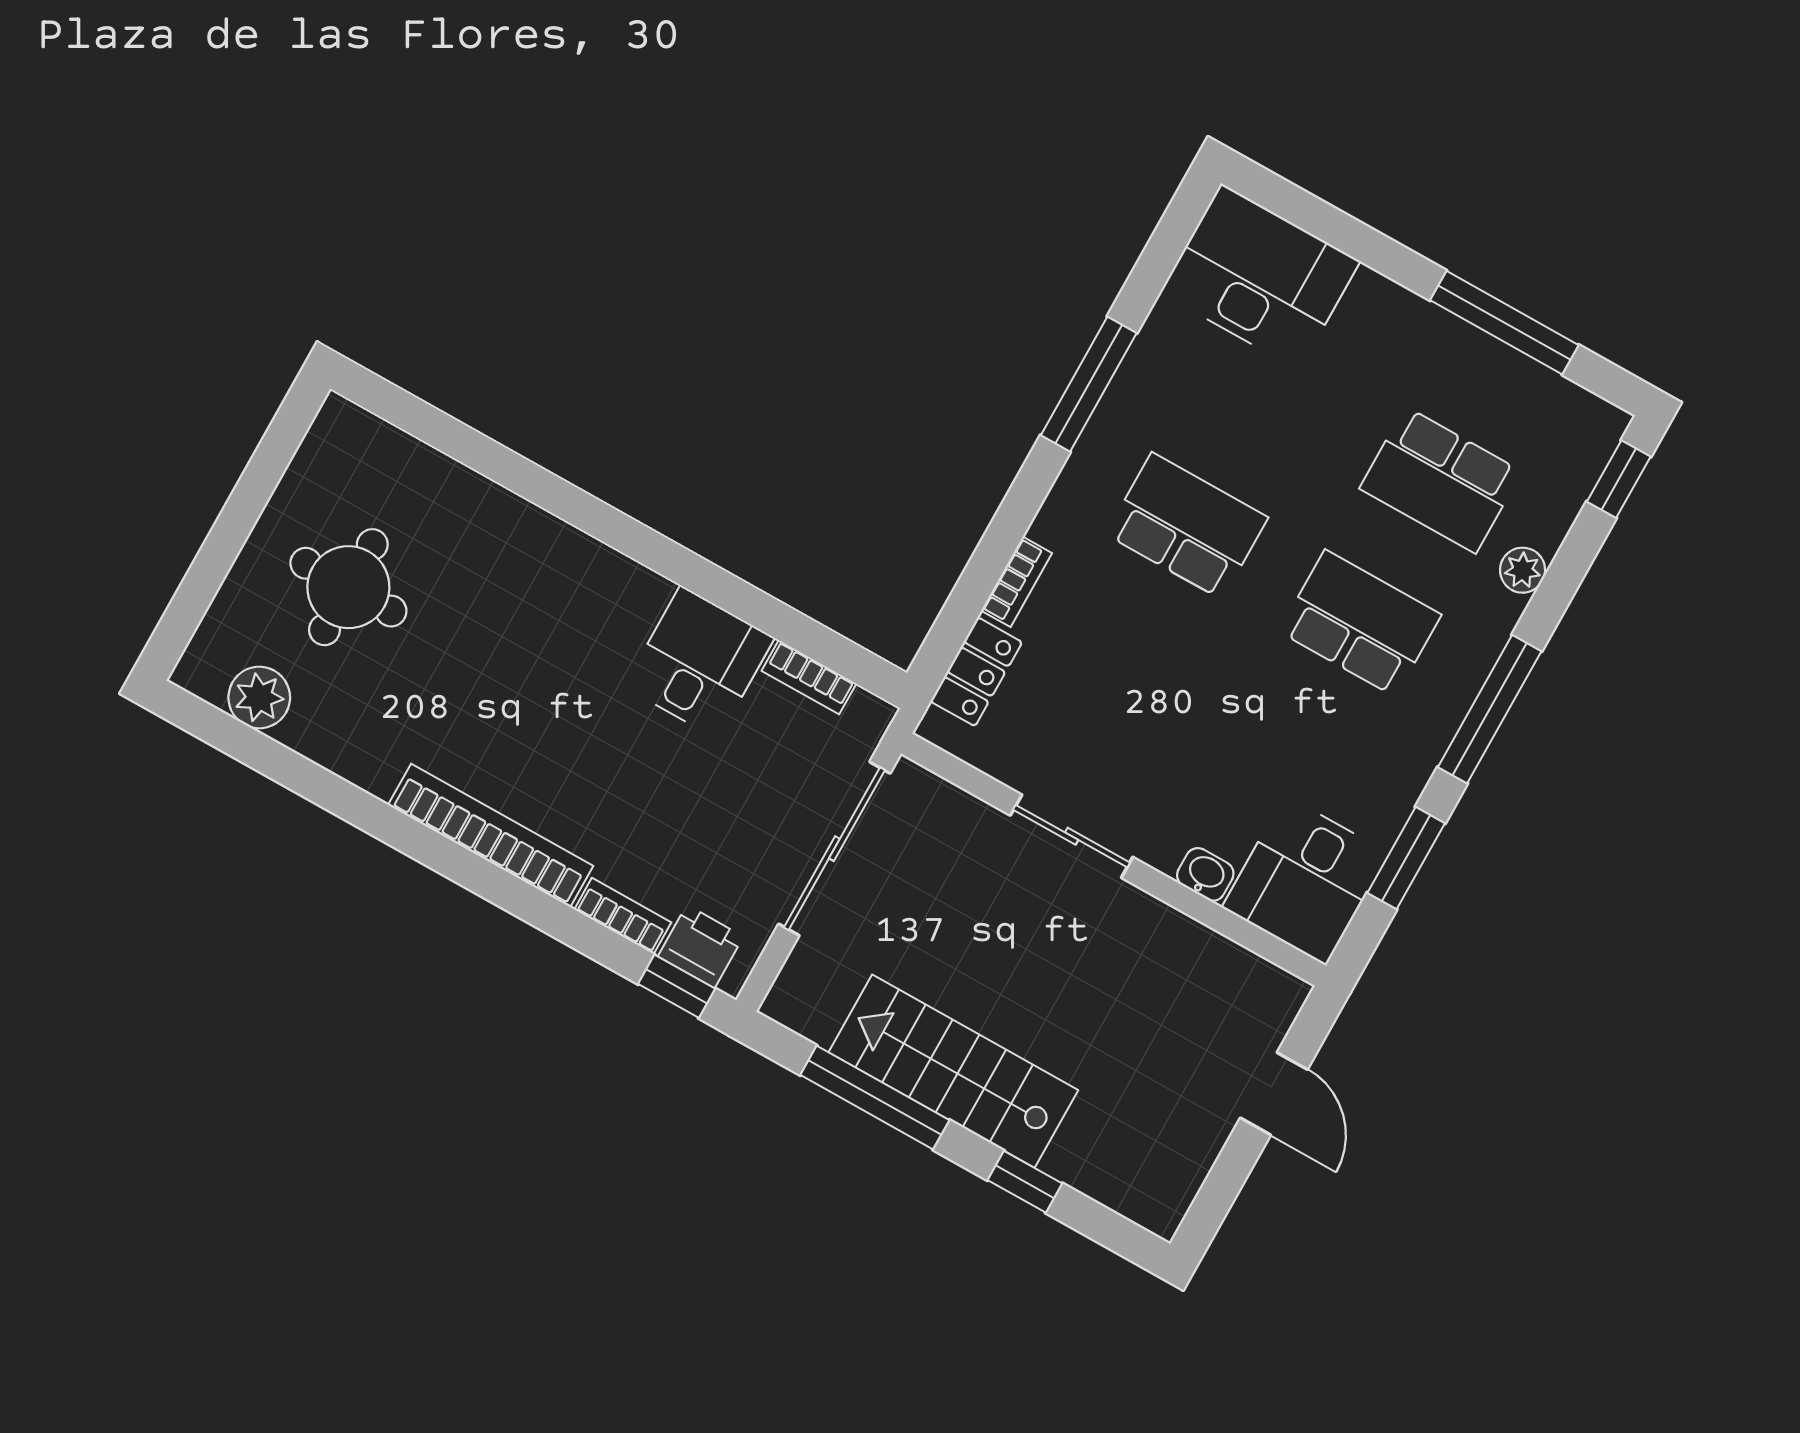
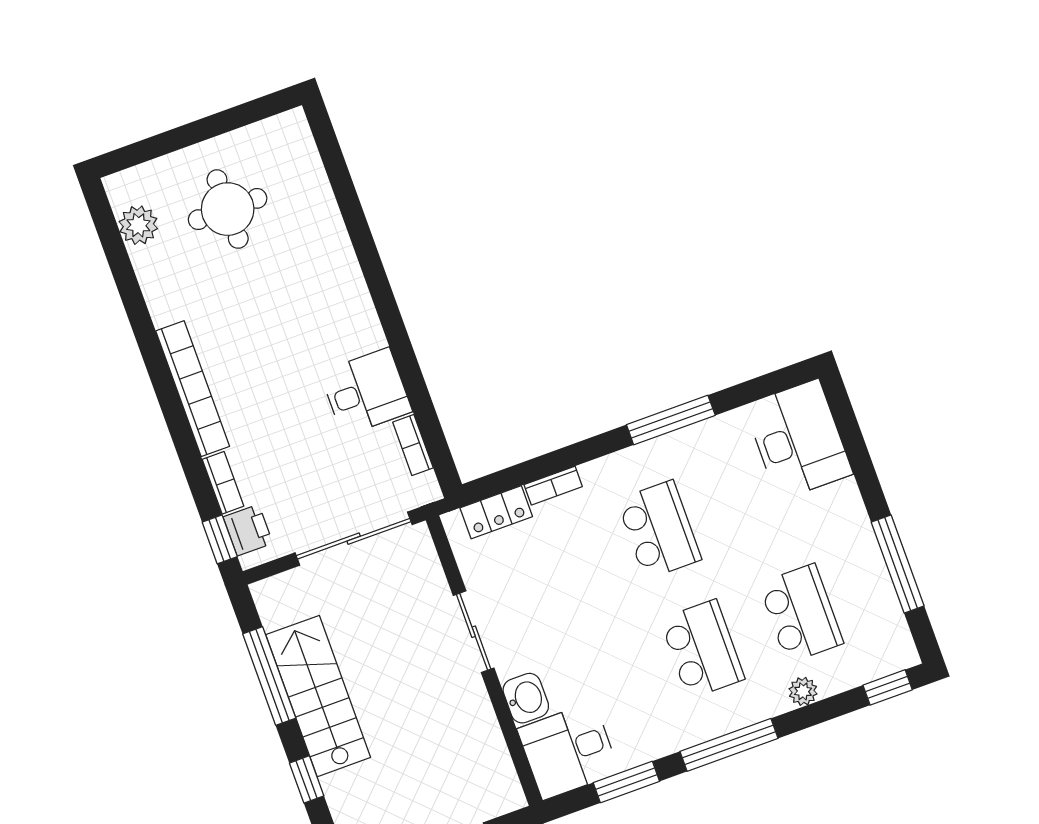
school desk: (1441, 480) -> (801, 613), turned 180
washbasin: (1205, 874) -> (526, 698), width x1.38, depth x1.45

